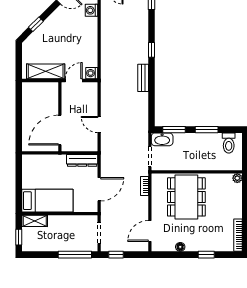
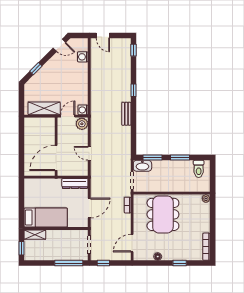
plant: (90, 90) -> (82, 124), added

